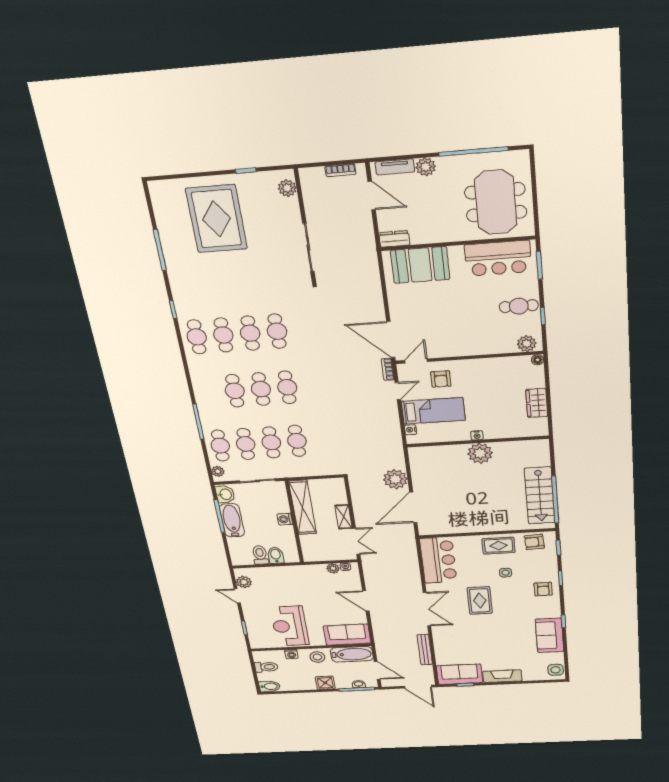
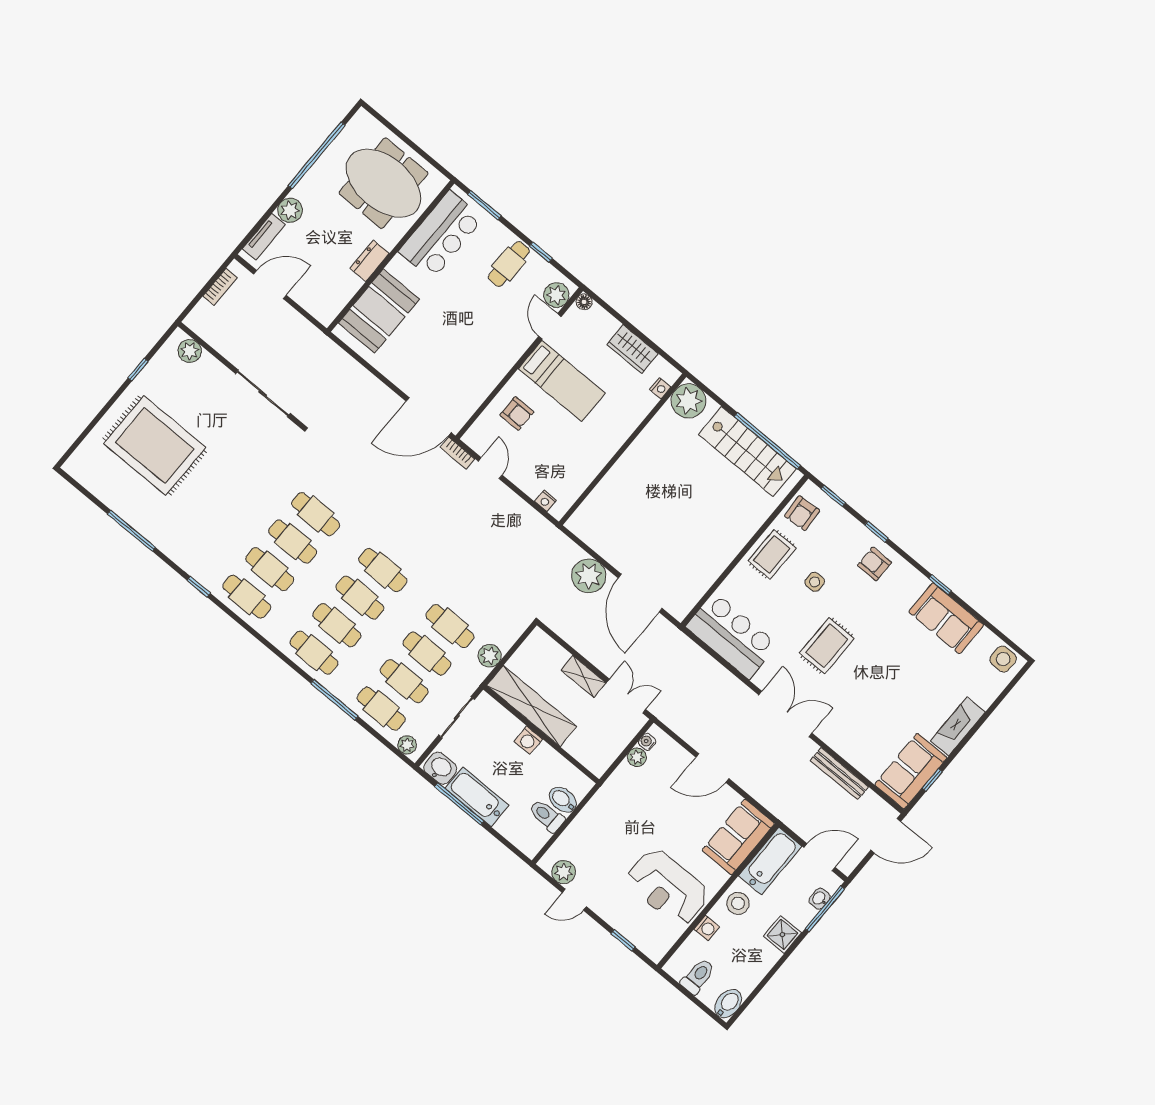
dresser: (394, 239) -> (370, 261), moved
door: (416, 361) -> (550, 326), moved
cafe table: (209, 393) -> (314, 653), added
bed: (433, 411) -> (562, 381), moved, turned 90
nightstand: (477, 435) -> (660, 388), moved
plant: (480, 453) -> (689, 401), moved
plant: (304, 470) -> (490, 656), added
armchair: (543, 589) -> (874, 564), turned 180
rug: (480, 601) -> (827, 646), turned 90

